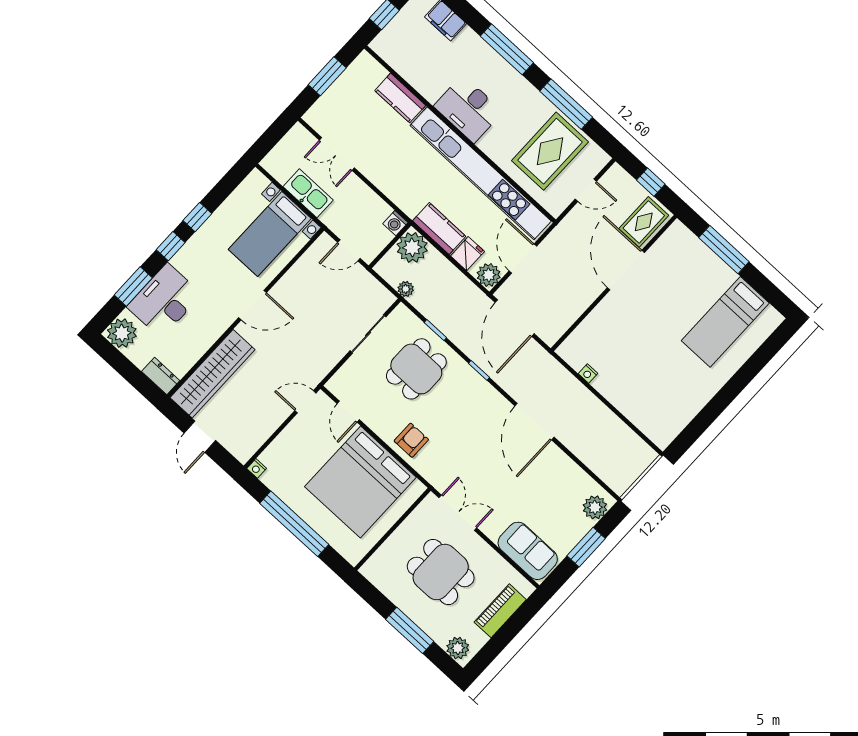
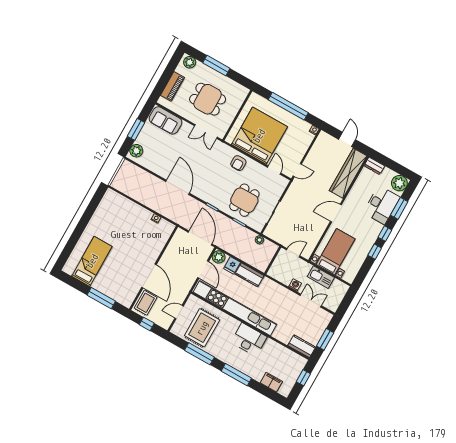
kitchen counter: (400, 98) -> (302, 346), moved
washing machine: (395, 223) -> (295, 285), moved
plant: (412, 247) -> (261, 262), removed

